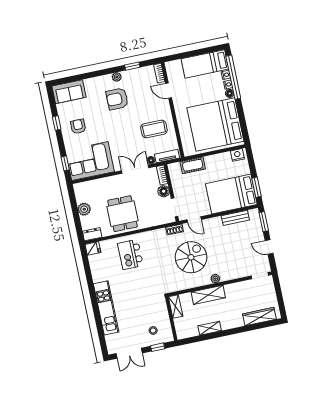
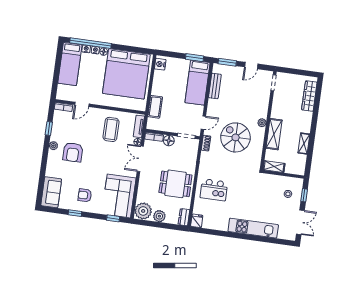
plant: (84, 191) -> (143, 211), added
bed: (231, 194) -> (198, 83), width x0.67

